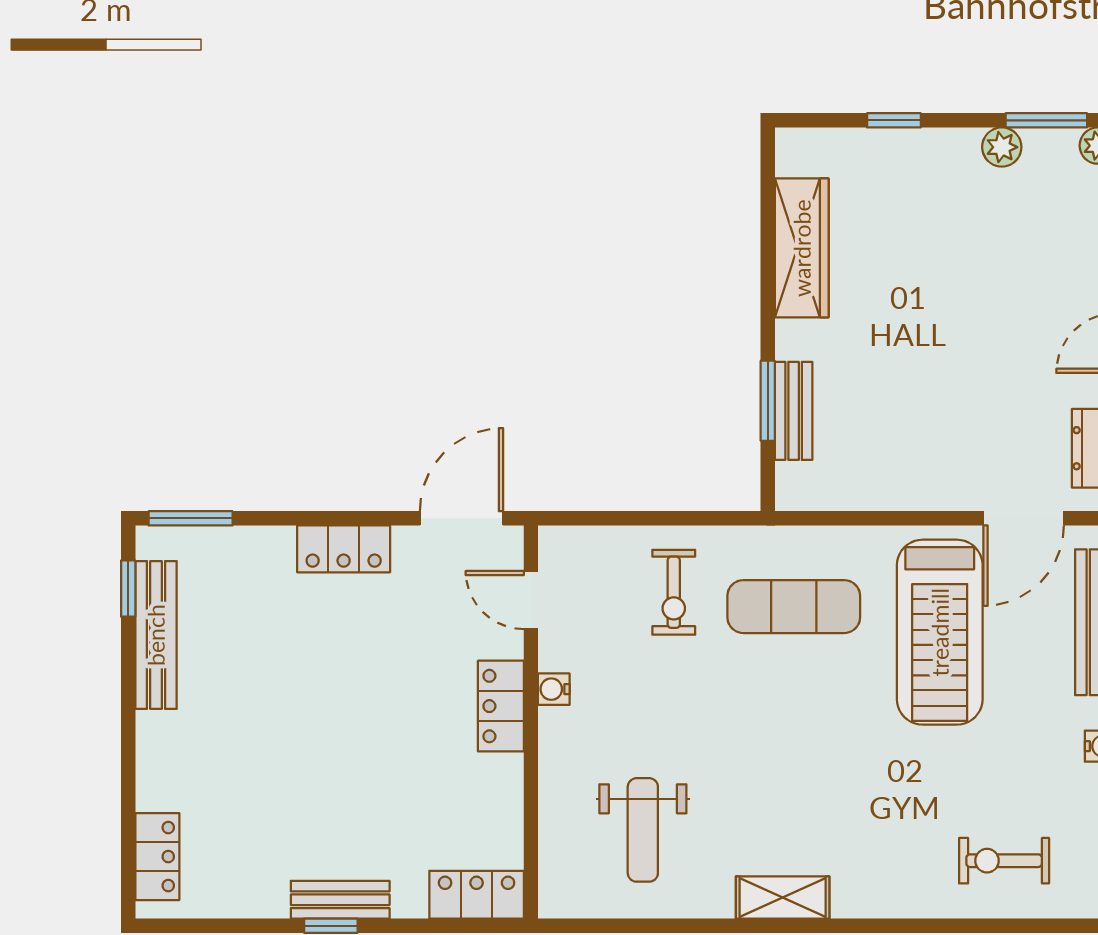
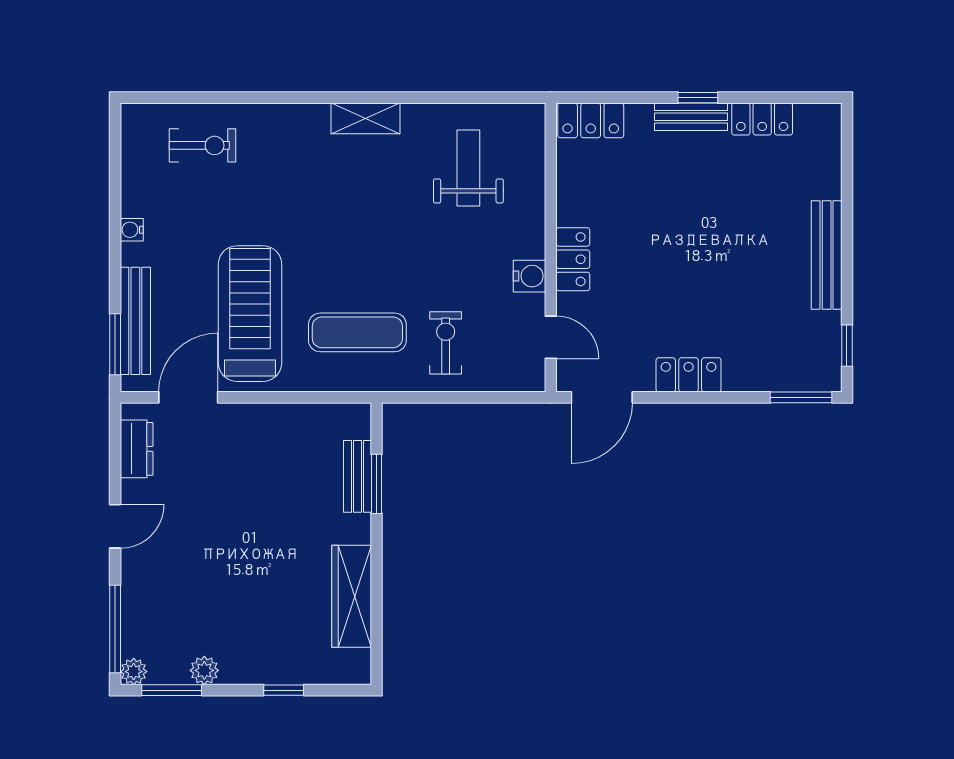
bench: (156, 635) -> (827, 255), moved
water cooler: (554, 689) -> (529, 276), width x1.38, depth x1.38
locker: (157, 857) -> (762, 119), moved, turned -90

